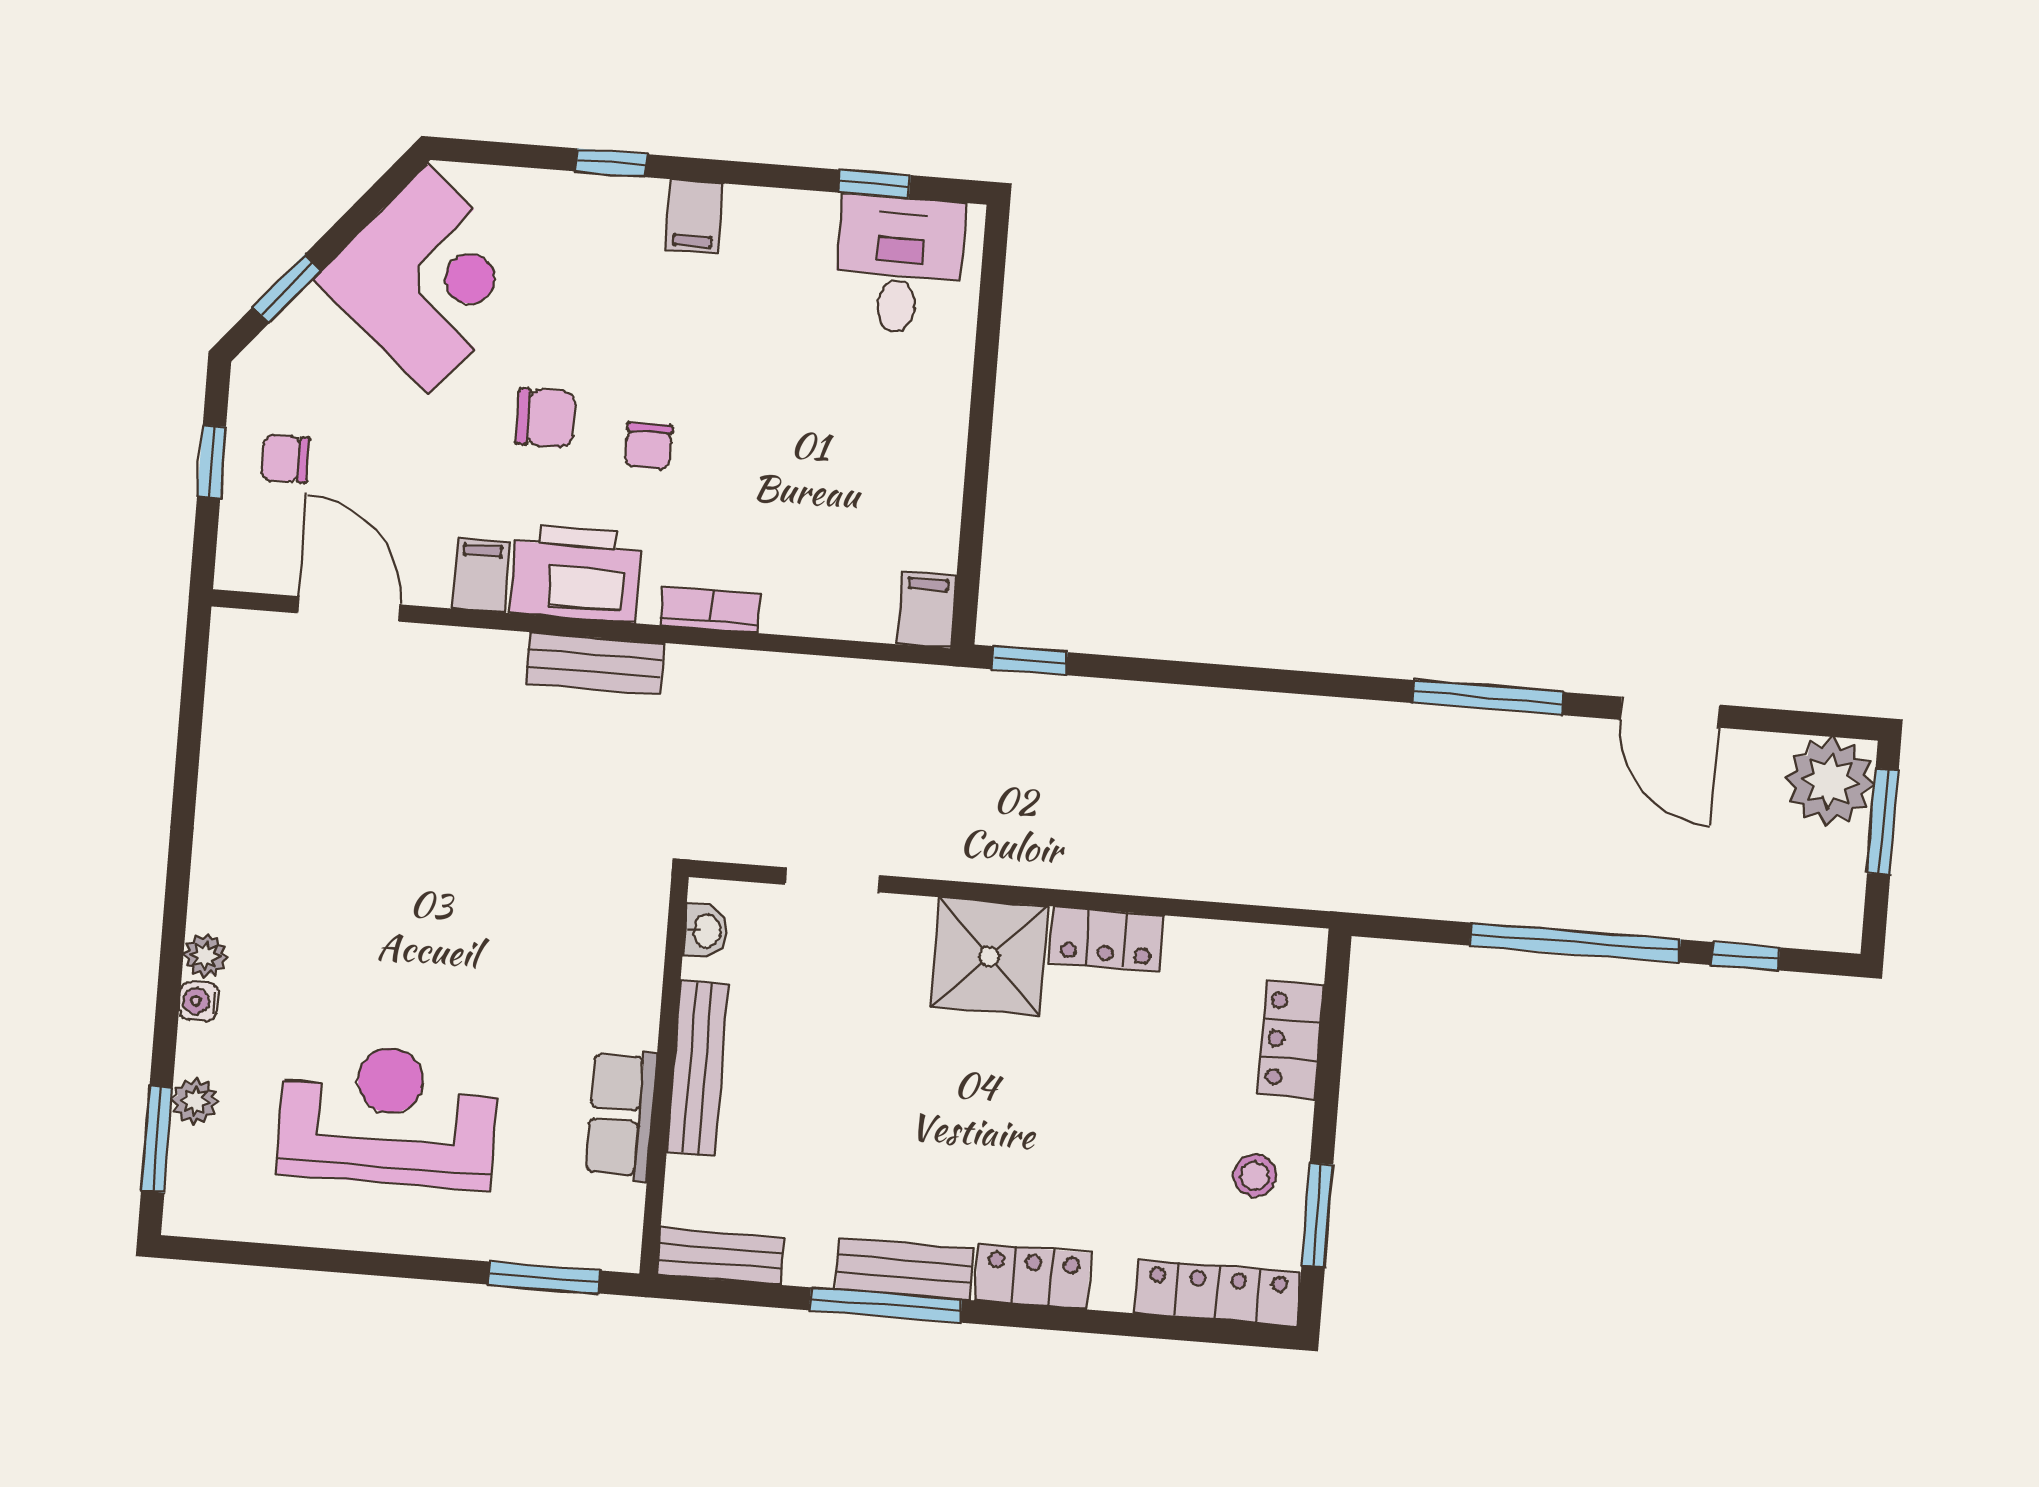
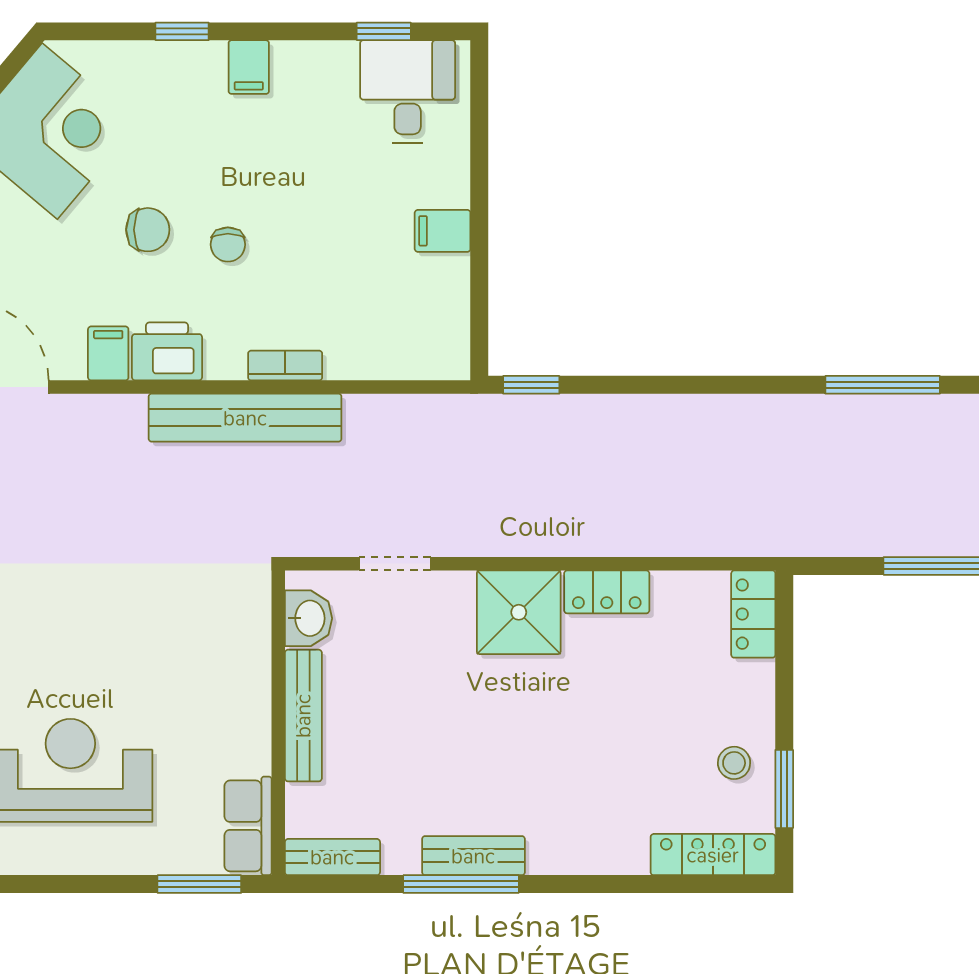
printer: (575, 573) -> (167, 351), width x0.73, depth x0.84
filing cabinet: (926, 610) -> (443, 231), moved, turned -90
bench: (595, 663) -> (245, 418), width x1.86, depth x1.21
washbasin: (706, 931) -> (309, 618), width x1.38, depth x1.45
locker: (1291, 1040) -> (753, 614), moved
row of seats: (621, 1115) -> (248, 826), moved
locker: (1033, 1277) -> (571, 854), removed

